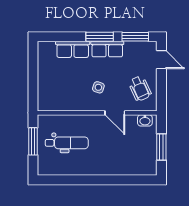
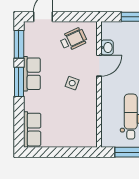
row of seats: (73, 49) -> (32, 130), moved
washbasin: (145, 120) -> (107, 47), moved

